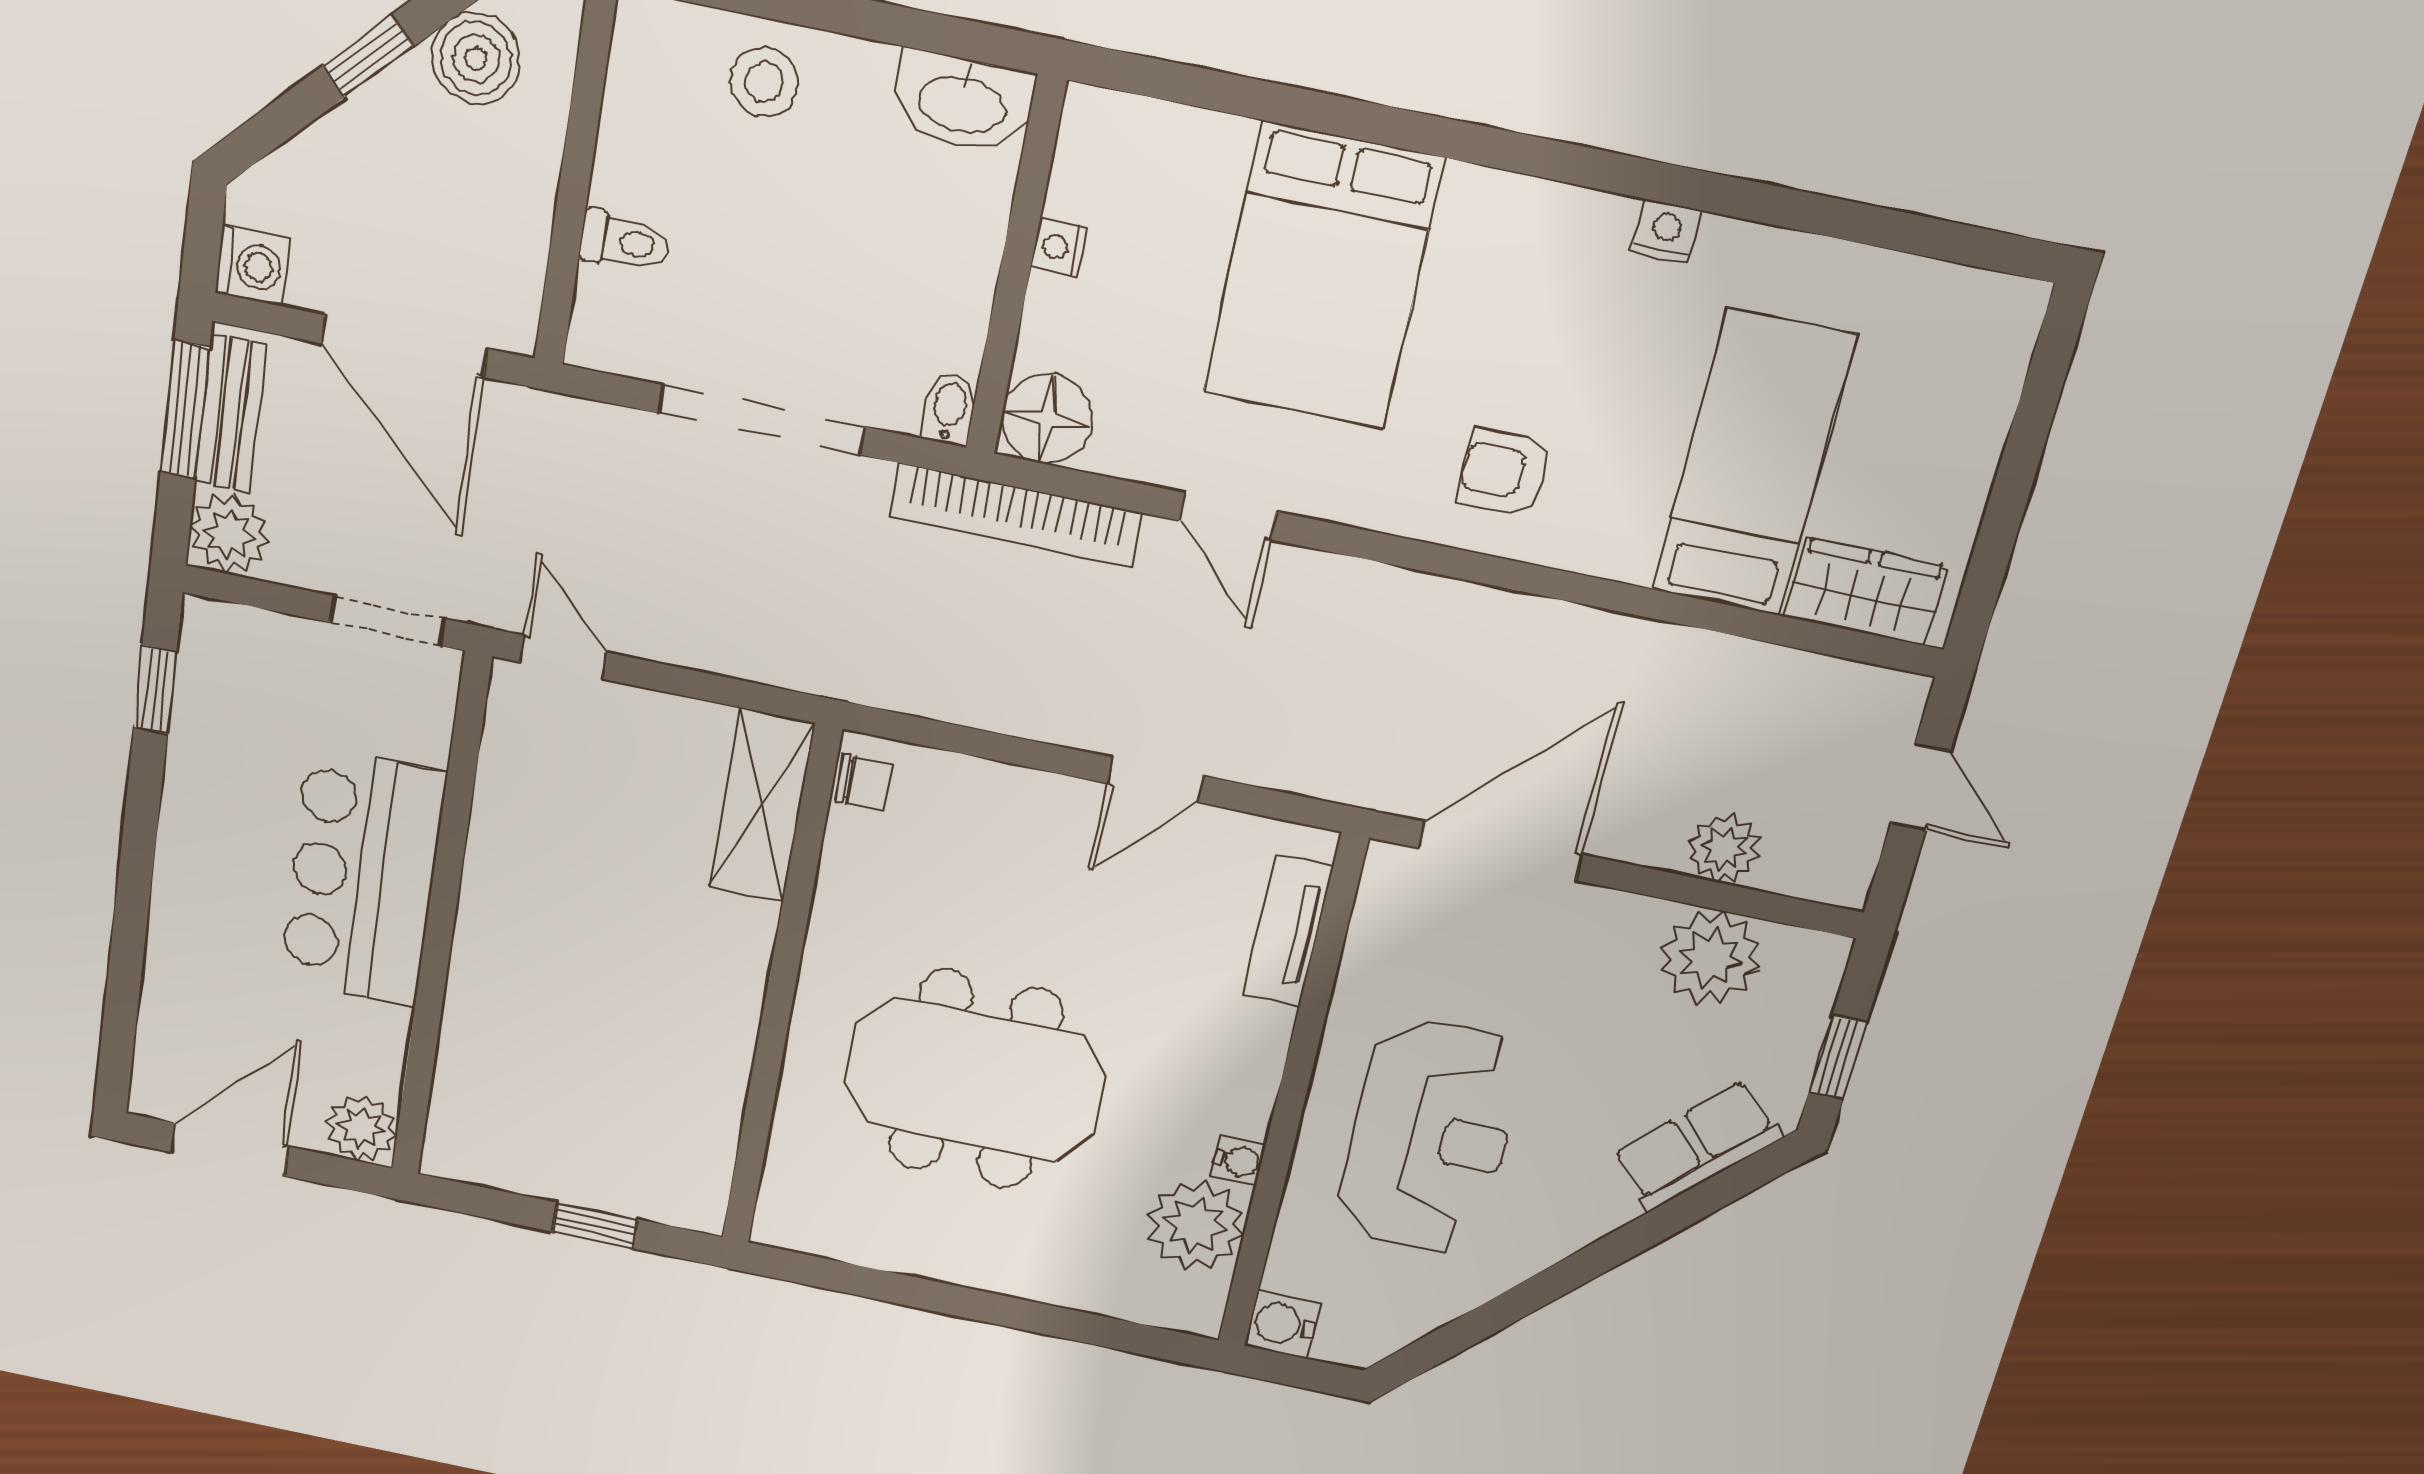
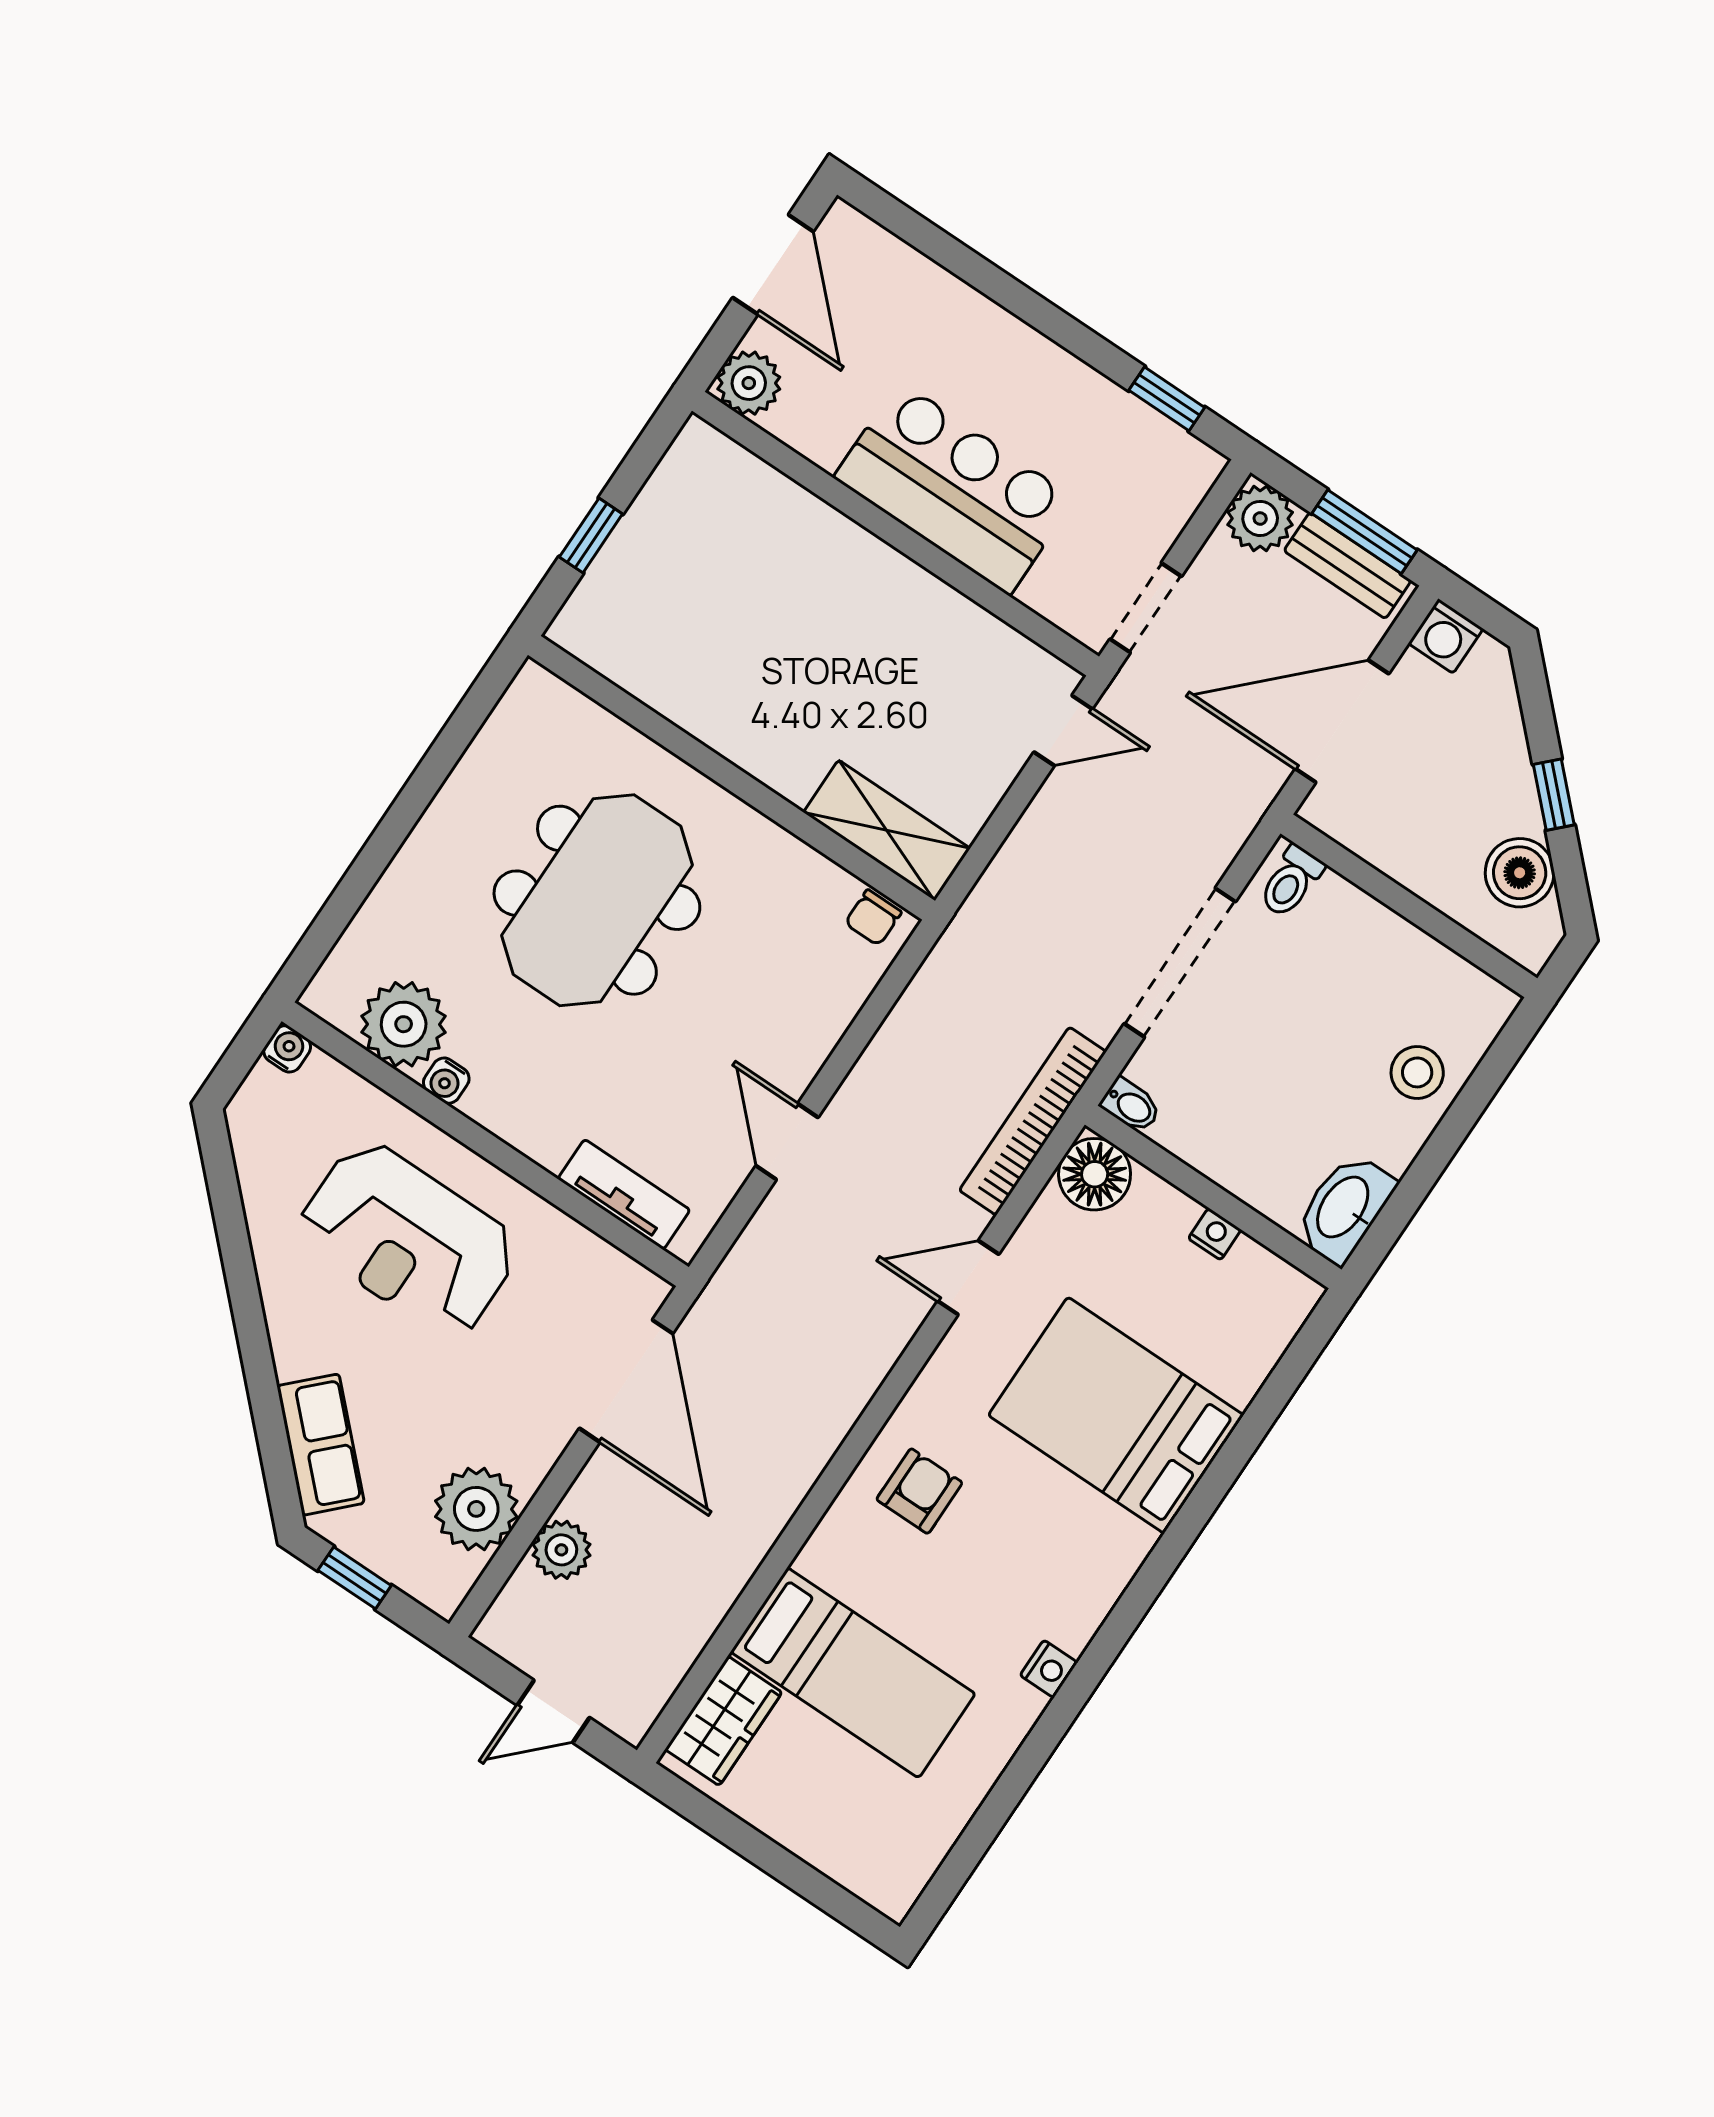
toilet: (624, 242) -> (1291, 881), moved
water cooler: (1282, 1324) -> (287, 1049), width x0.72, depth x0.72

